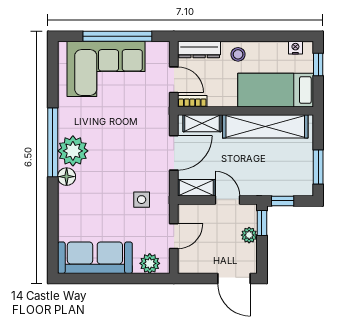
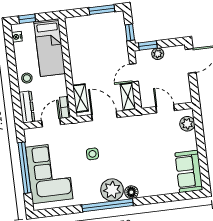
shelving: (265, 126) -> (77, 52), removed
side table: (142, 200) -> (92, 154), moved
sofa: (95, 258) -> (189, 171), width x0.73

